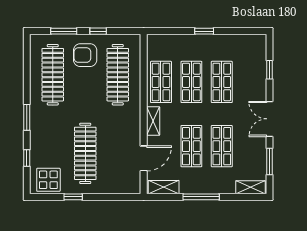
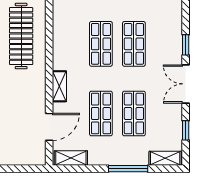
window: (269, 70) -> (186, 45), moved
shop shelf: (161, 82) -> (68, 44), removed
window: (269, 162) -> (186, 130), width x0.67
window: (201, 197) -> (128, 169), moved

